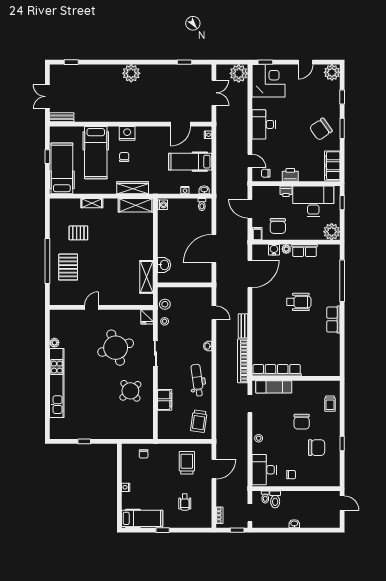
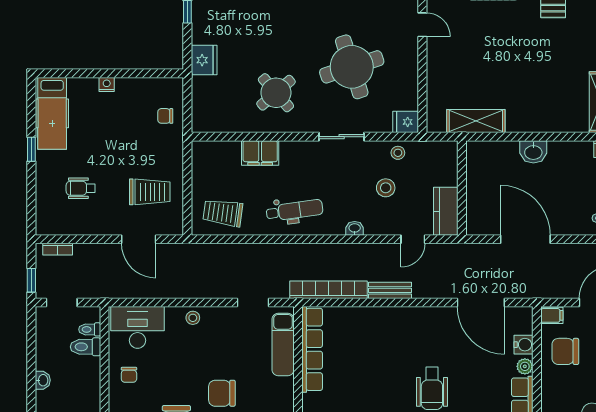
washbasin: (164, 265) -> (533, 152), moved
kitchen counter: (198, 294) -> (446, 211), added
stool: (165, 304) -> (386, 188), moved
fridge: (112, 432) -> (204, 60), added

